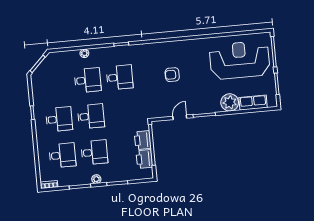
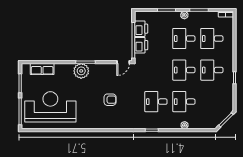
reception desk: (240, 60) -> (50, 107), turned 180
plant: (230, 102) -> (81, 71), moved
door: (180, 117) -> (123, 62), moved

